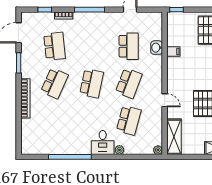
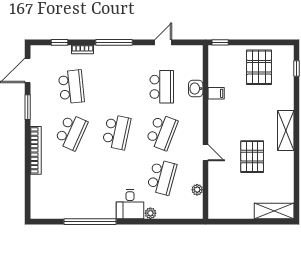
shelving: (174, 137) -> (217, 197), removed
plant: (158, 150) -> (197, 190), moved

